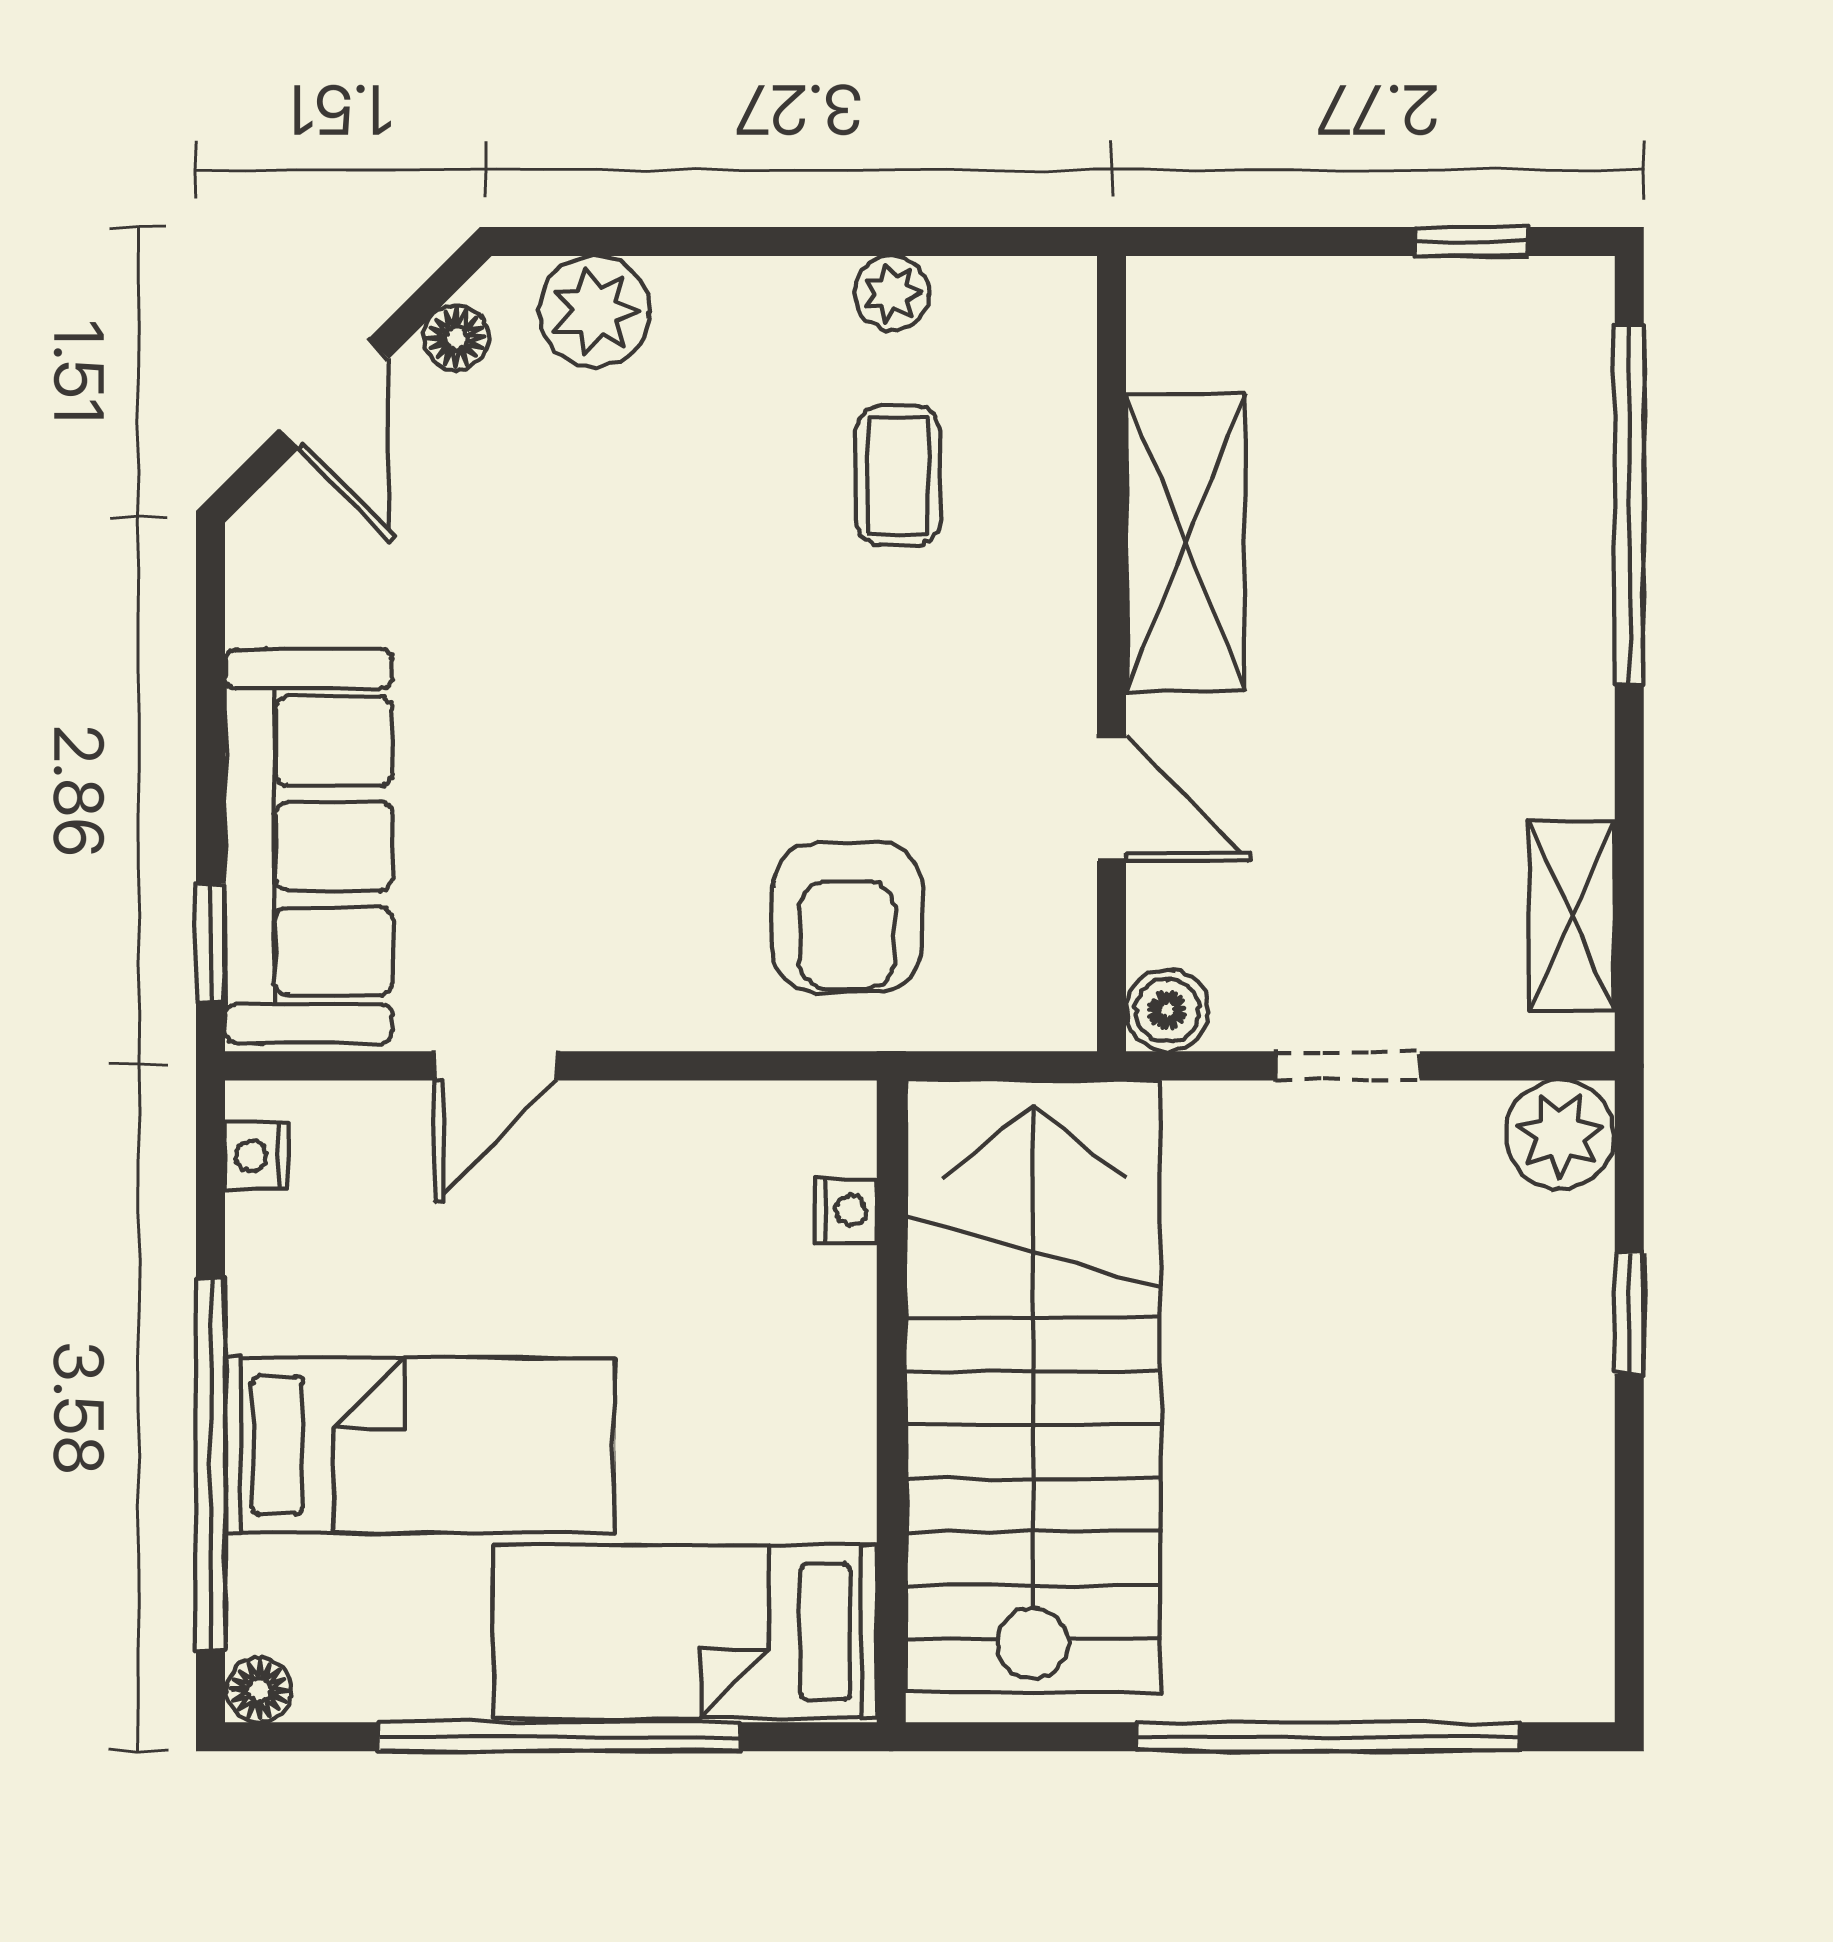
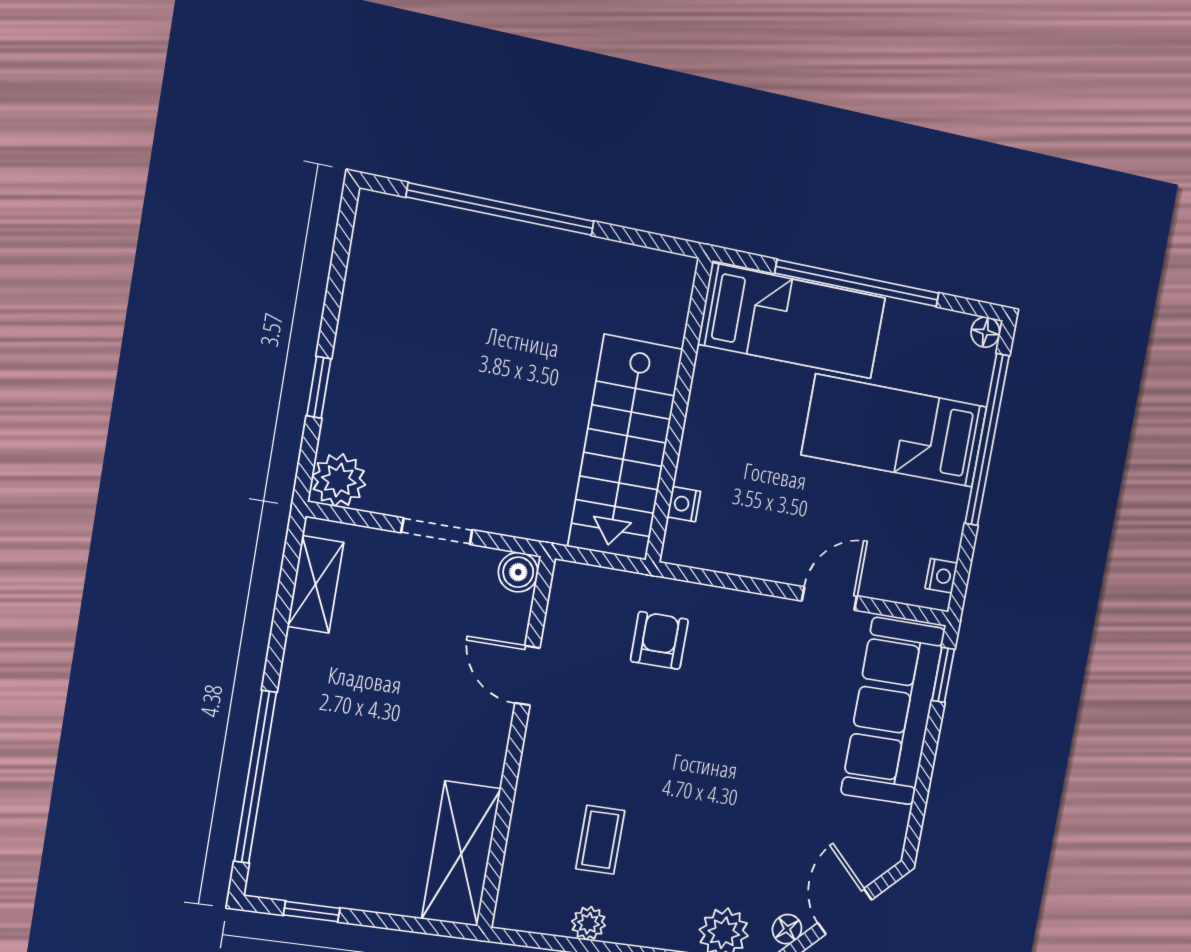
shelving: (1186, 543) -> (461, 854), moved
armchair: (847, 917) -> (659, 640), width x0.72, depth x0.72
stairs: (1033, 1386) -> (625, 448), width x0.73, depth x0.66

